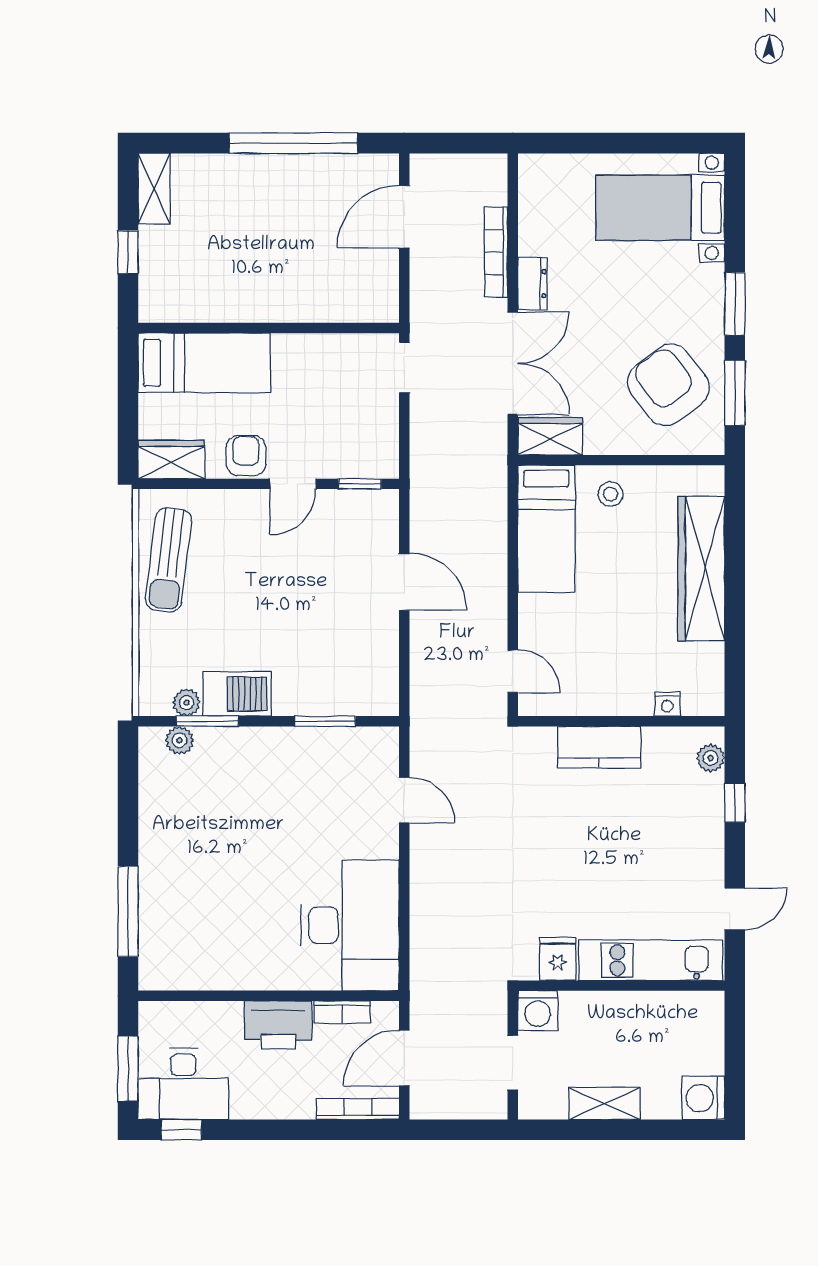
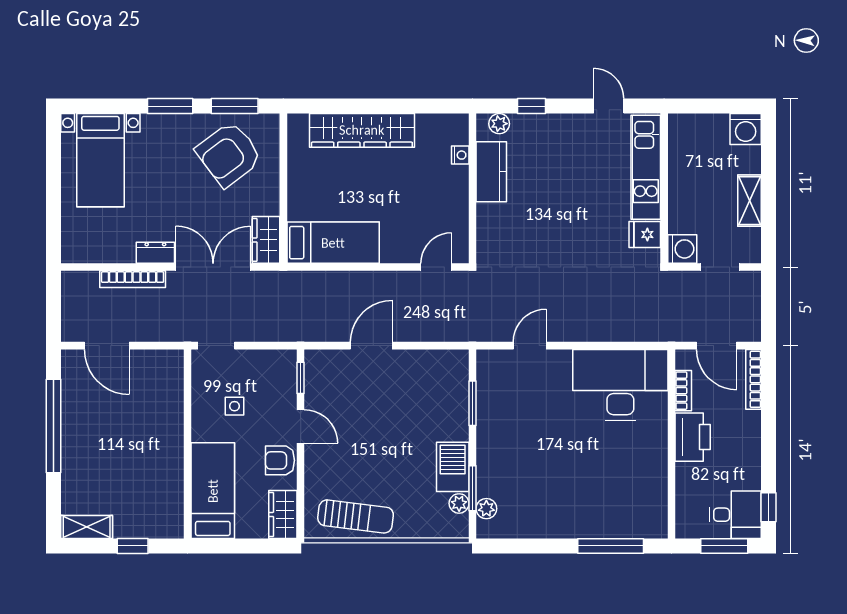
side table: (321, 393) -> (234, 406), added
stool: (610, 494) -> (308, 196), removed
kitchen counter: (599, 747) -> (491, 172), moved
desk: (183, 1084) -> (735, 515), width x0.73

